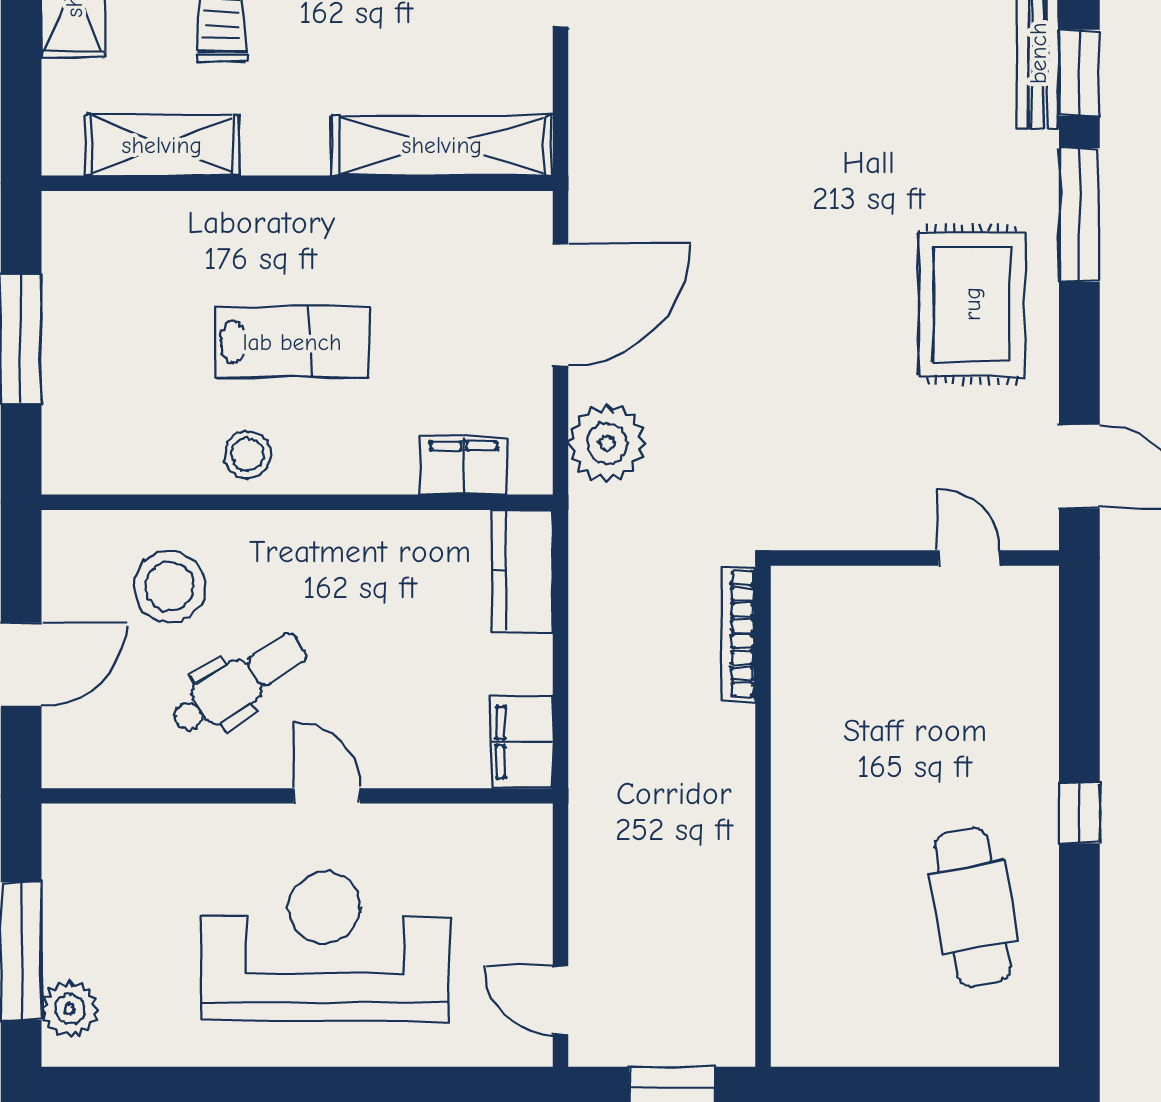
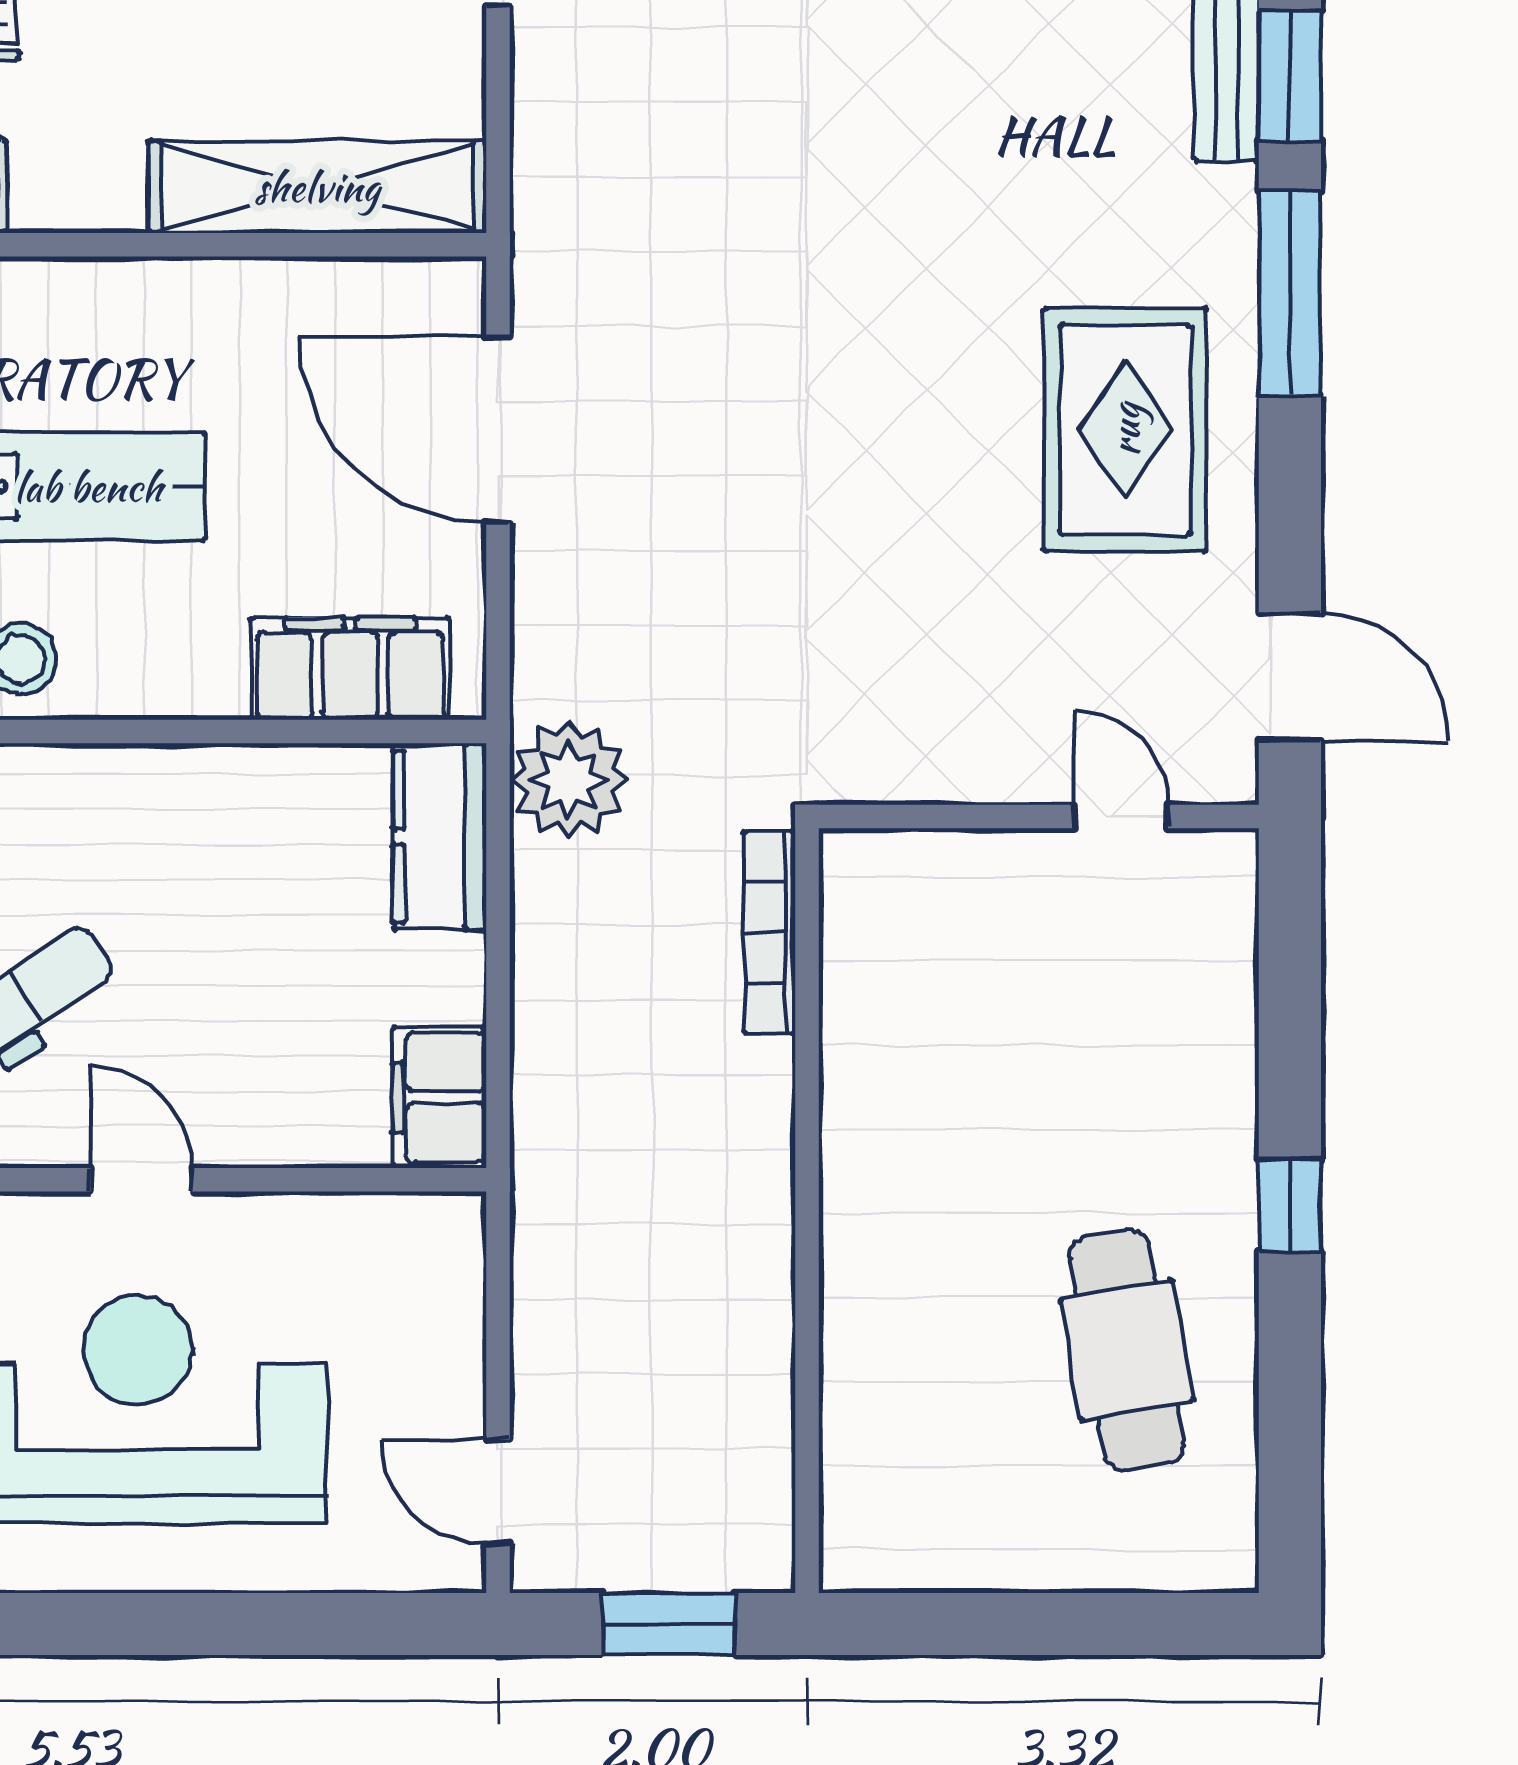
door: (560, 305) -> (498, 430), swing flipped
plant: (607, 443) -> (569, 780), moved
filing cabinet: (464, 466) -> (350, 669), width x1.50, depth x1.17

